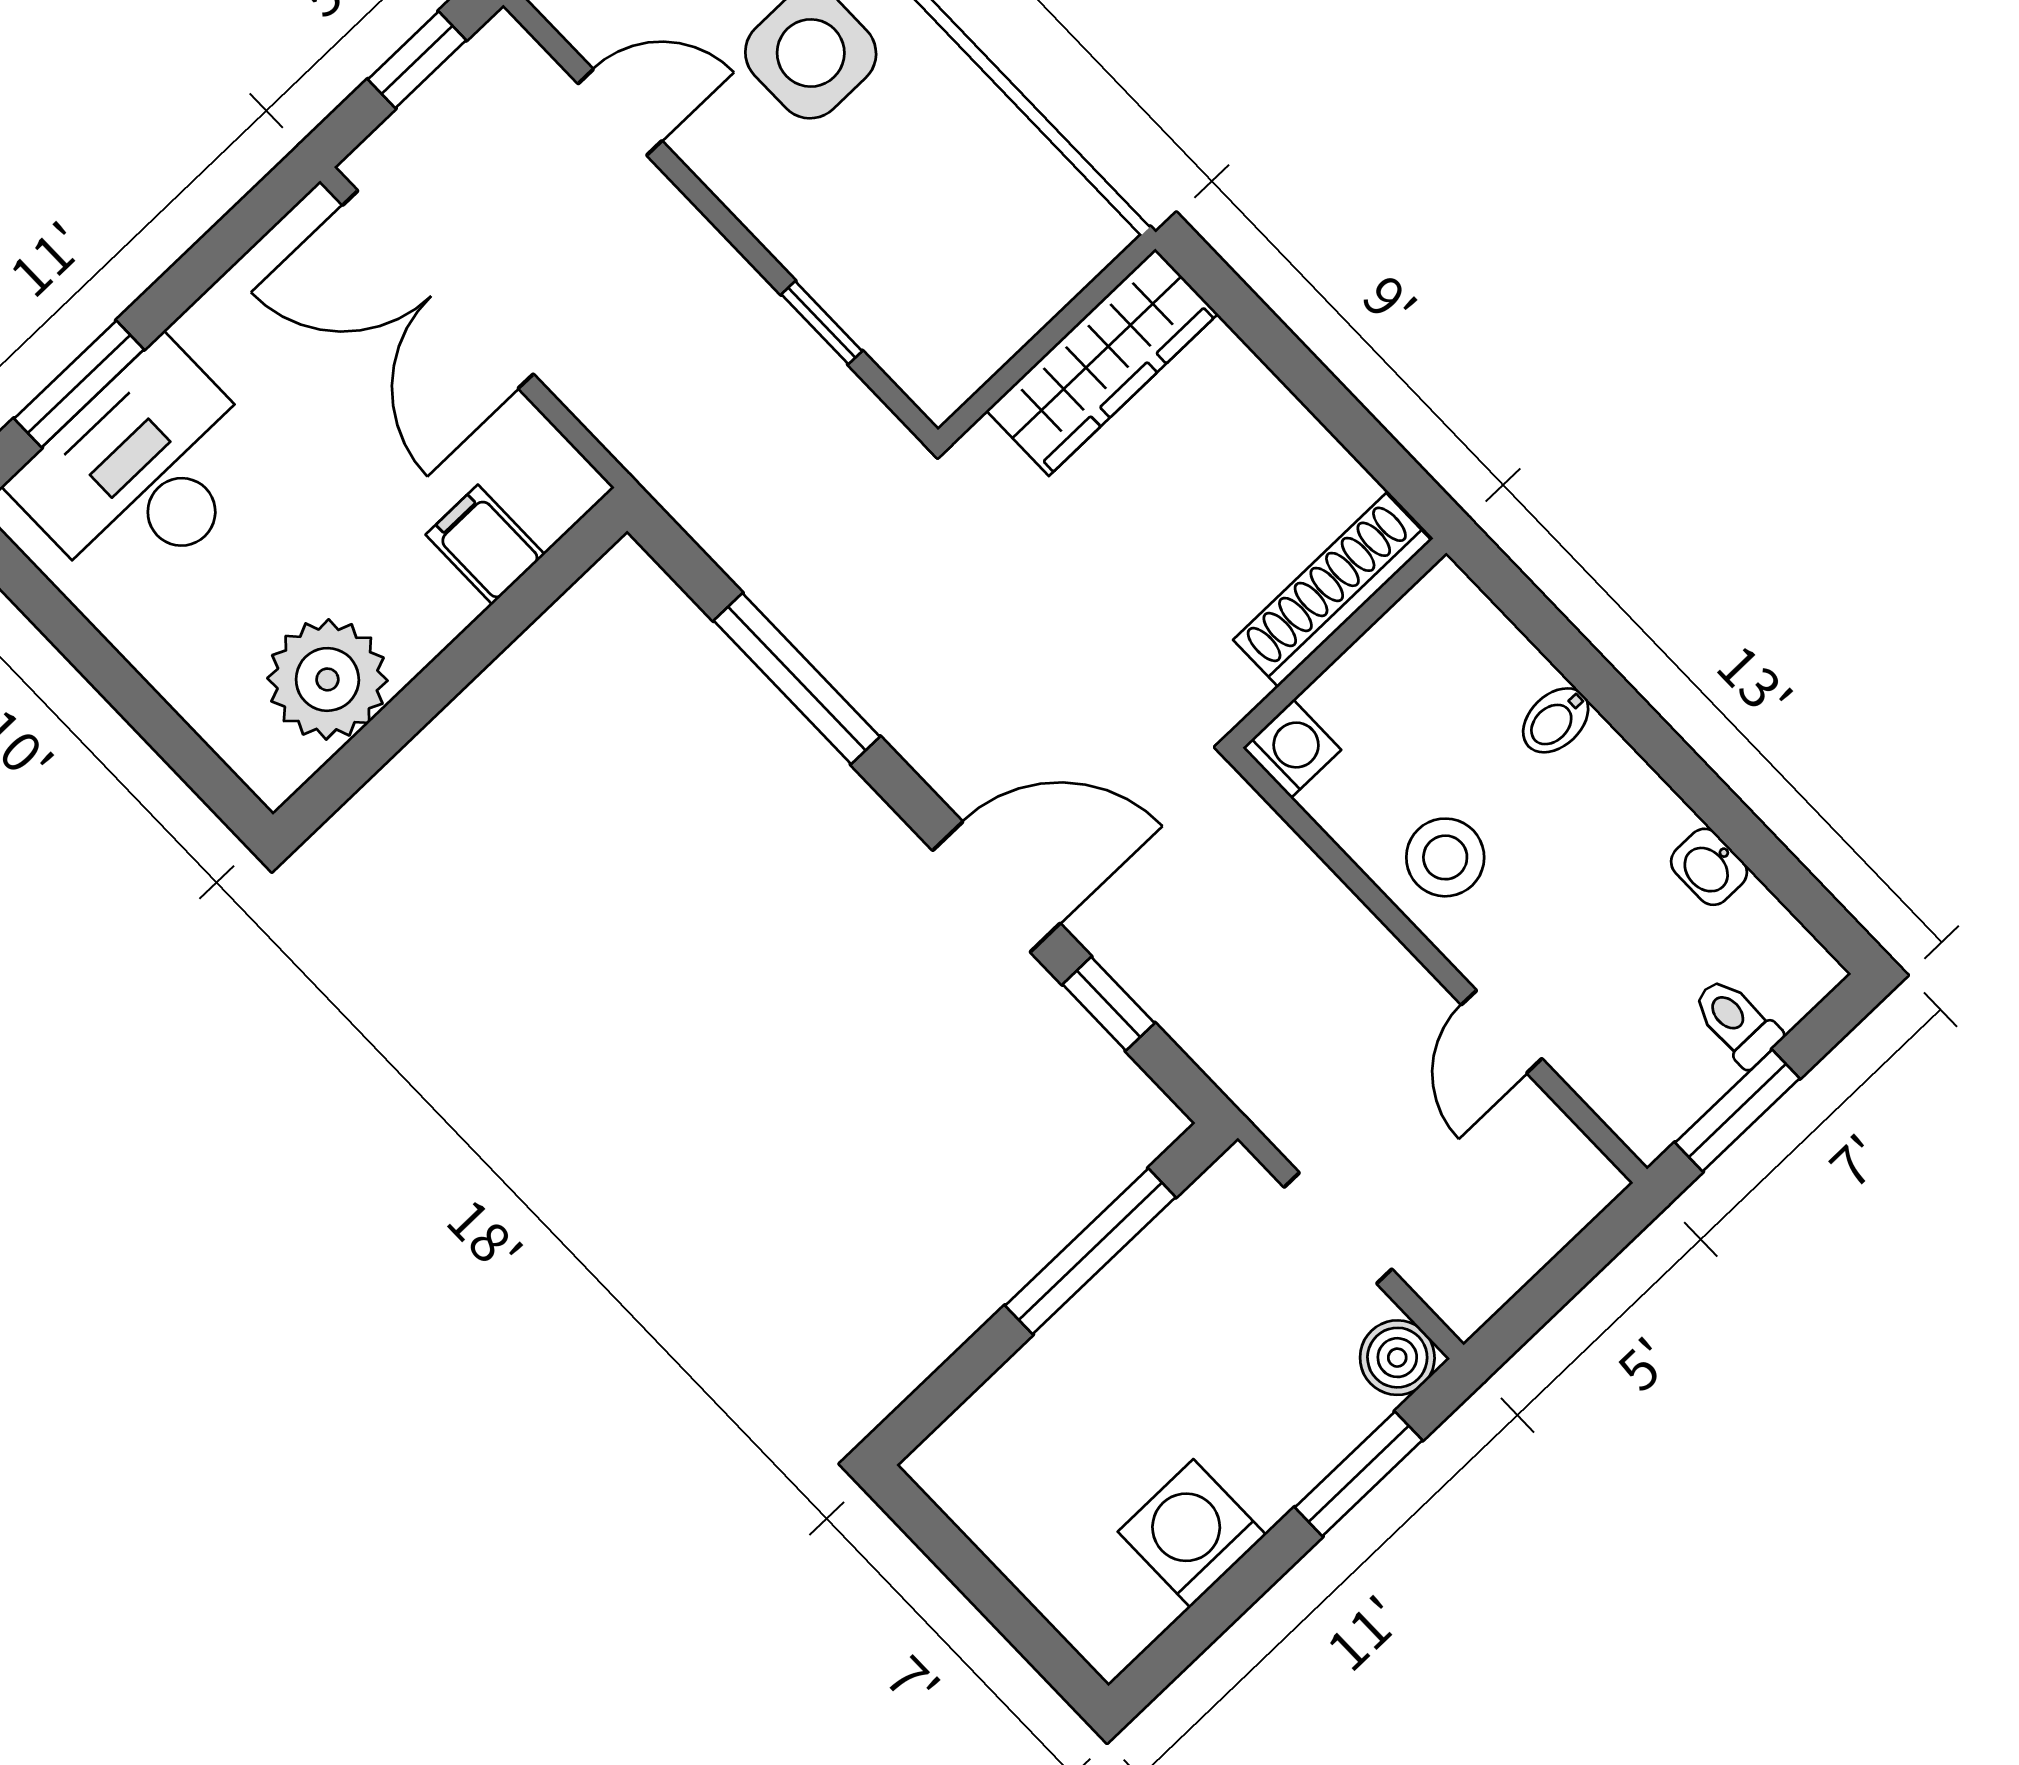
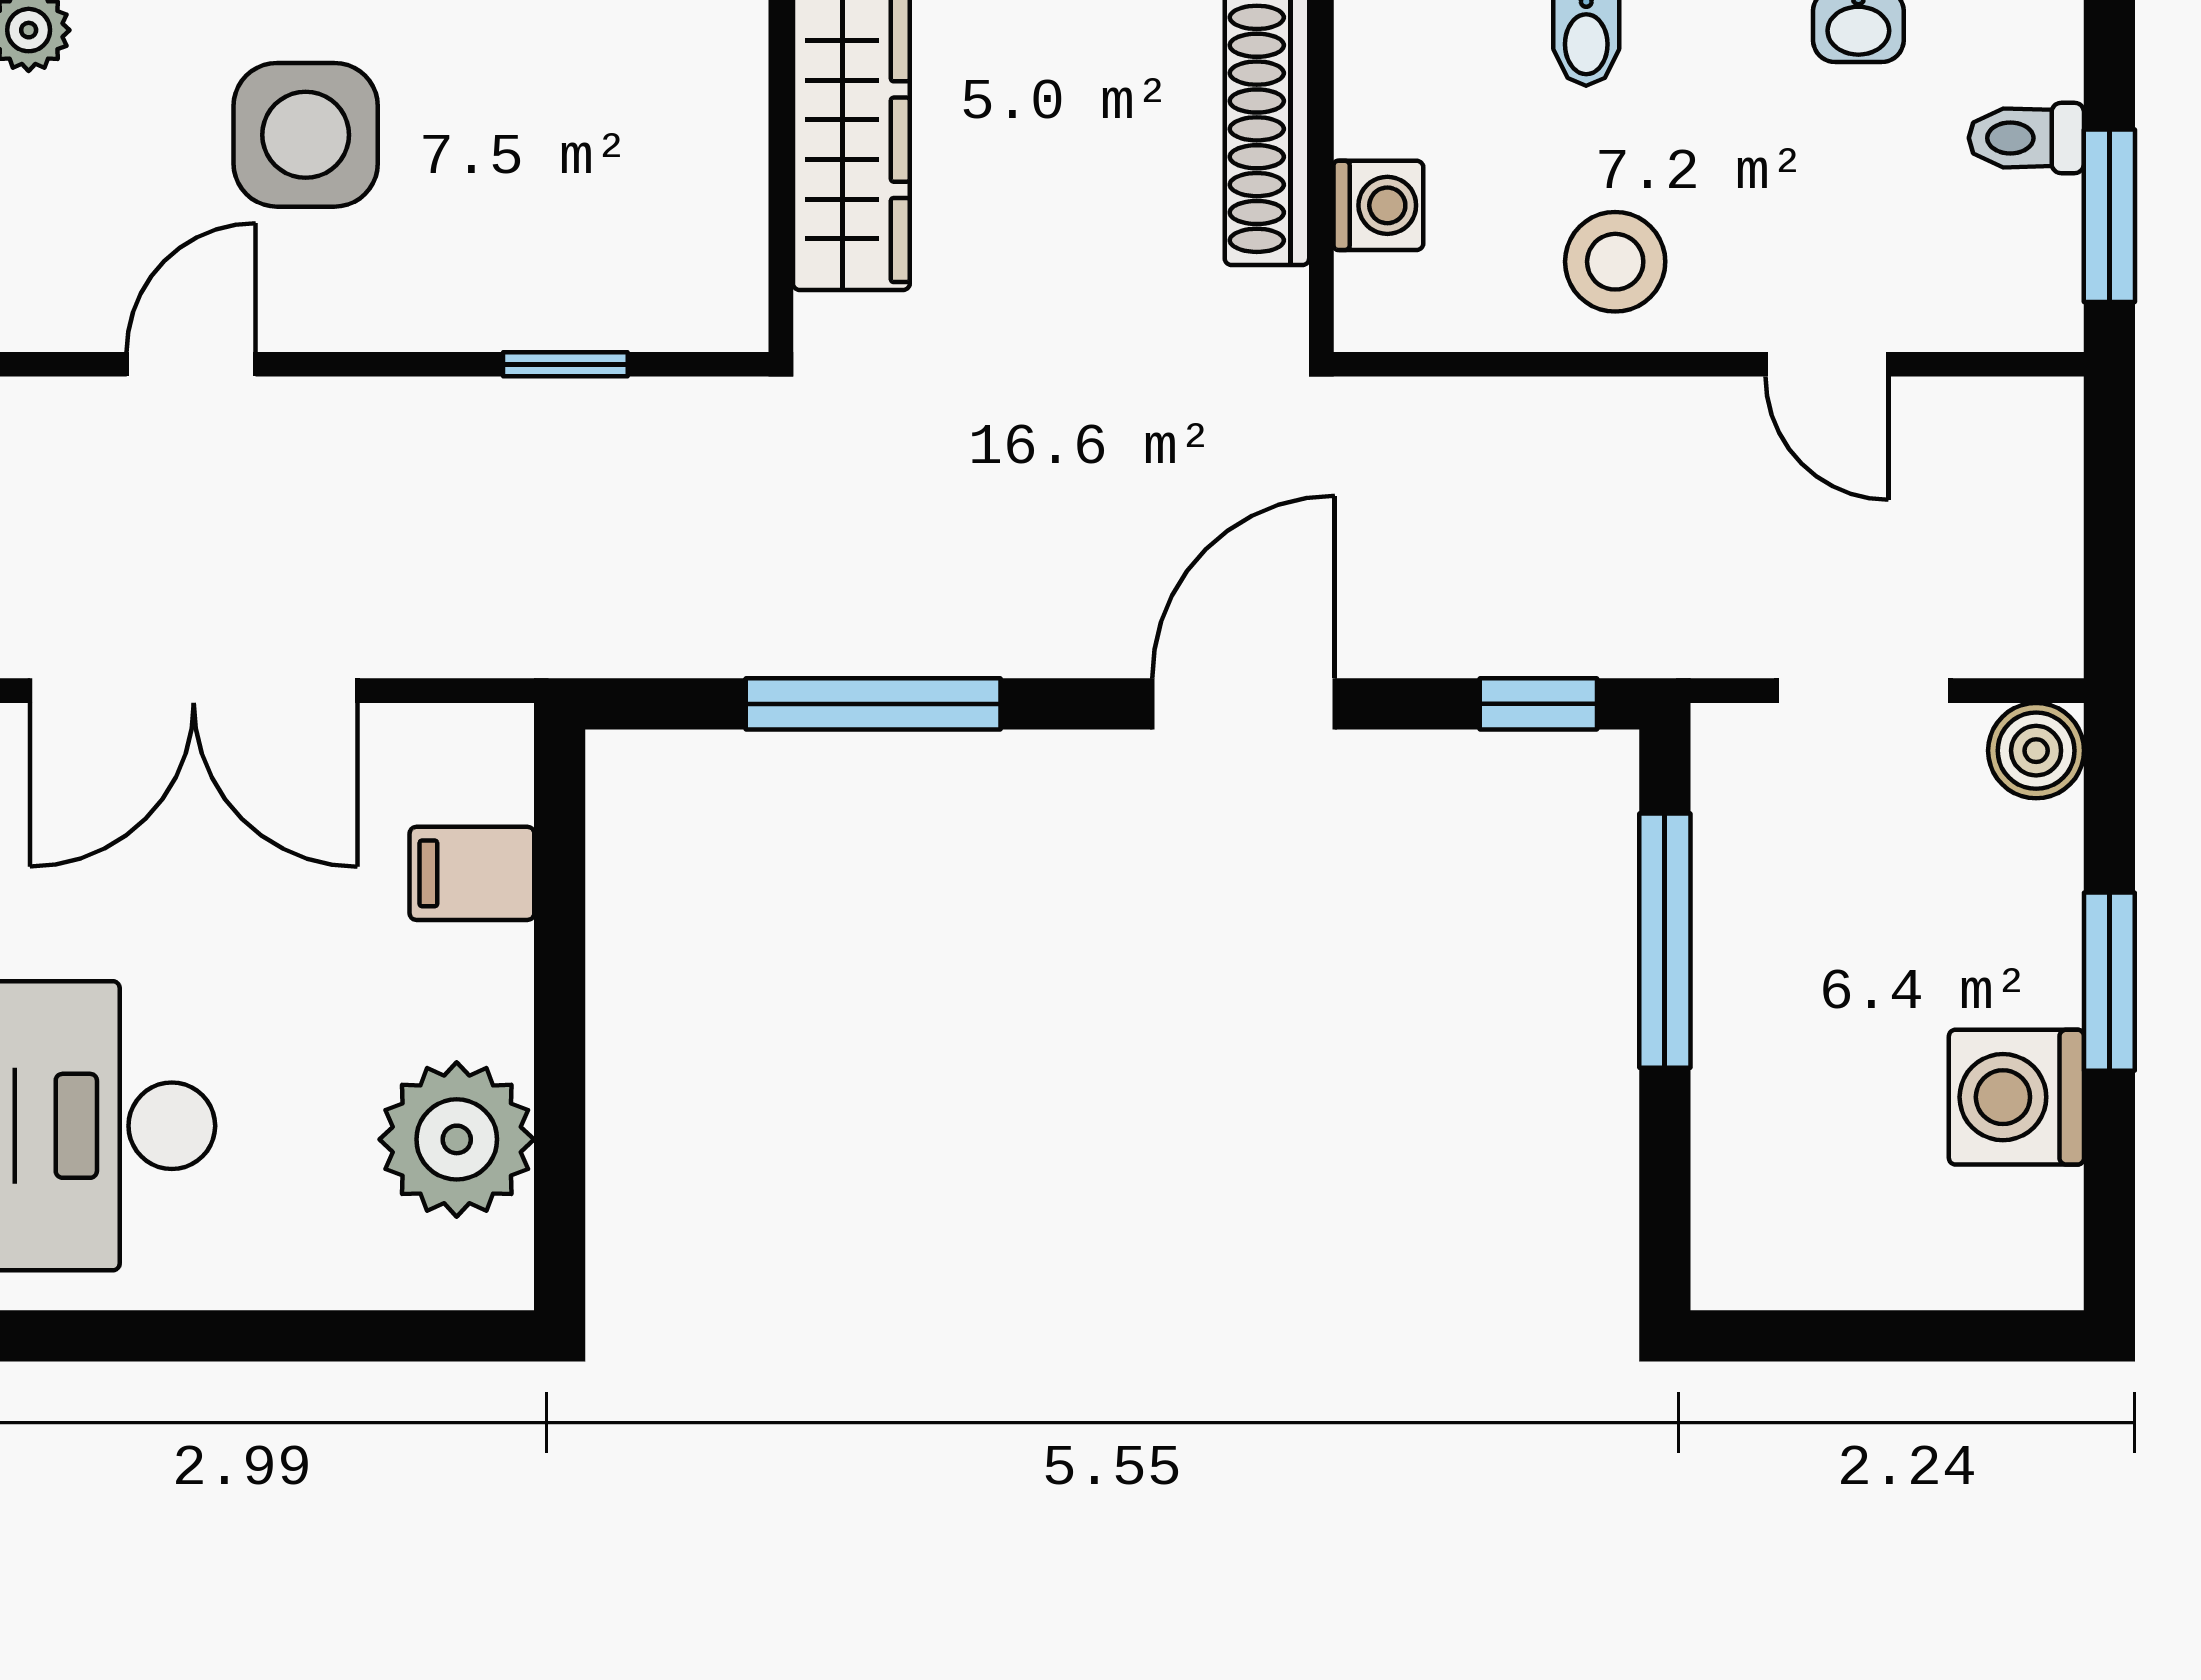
washing machine: (1292, 749) -> (1378, 205), moved, turned 90
window: (1109, 1004) -> (1538, 704), moved
window: (1359, 1474) -> (2109, 982), moved

